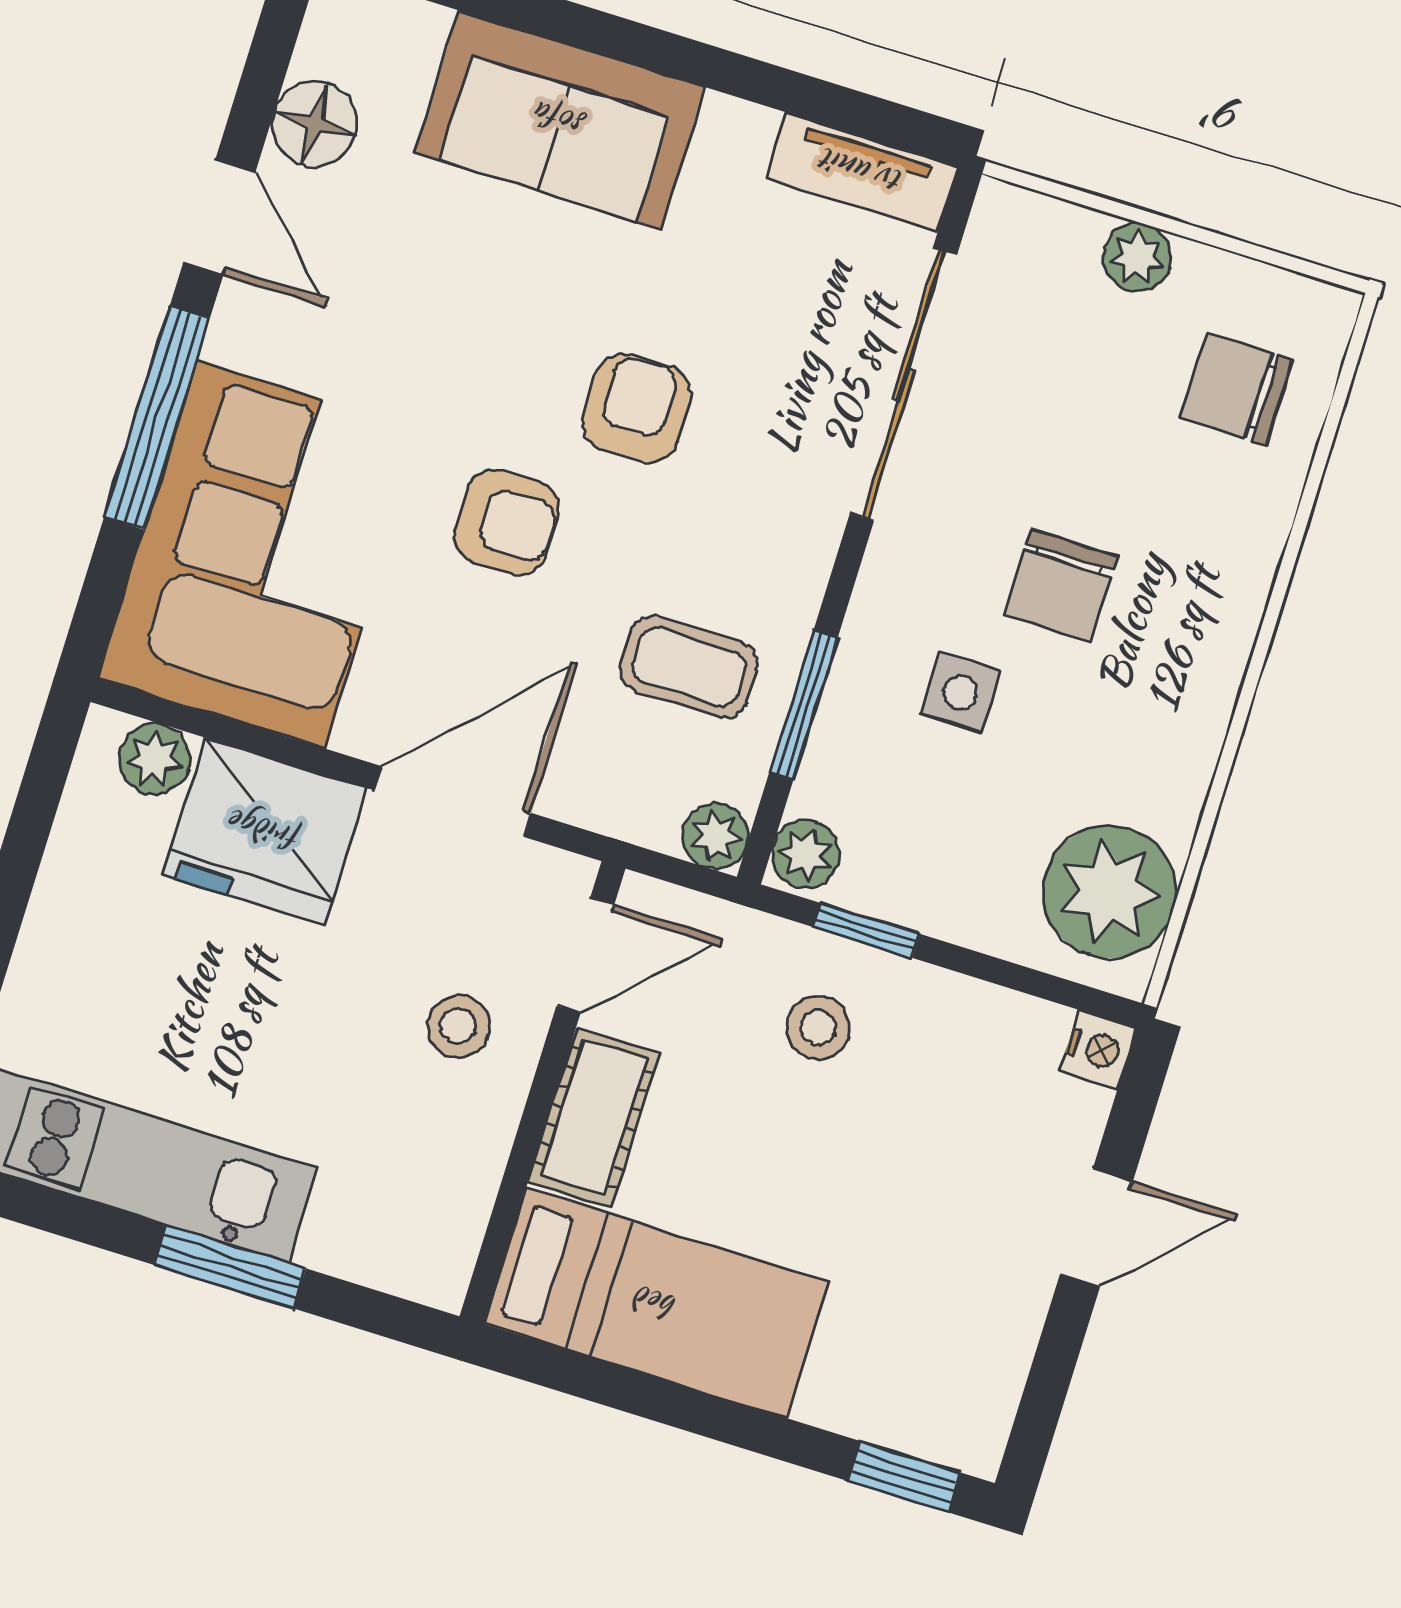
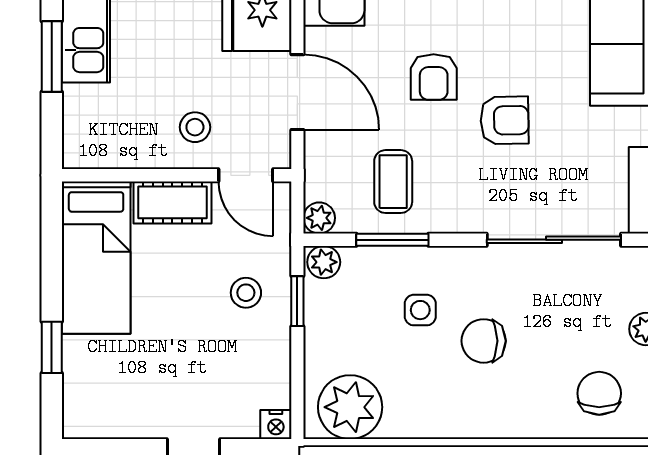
window: (904, 1477) -> (52, 347), moved

